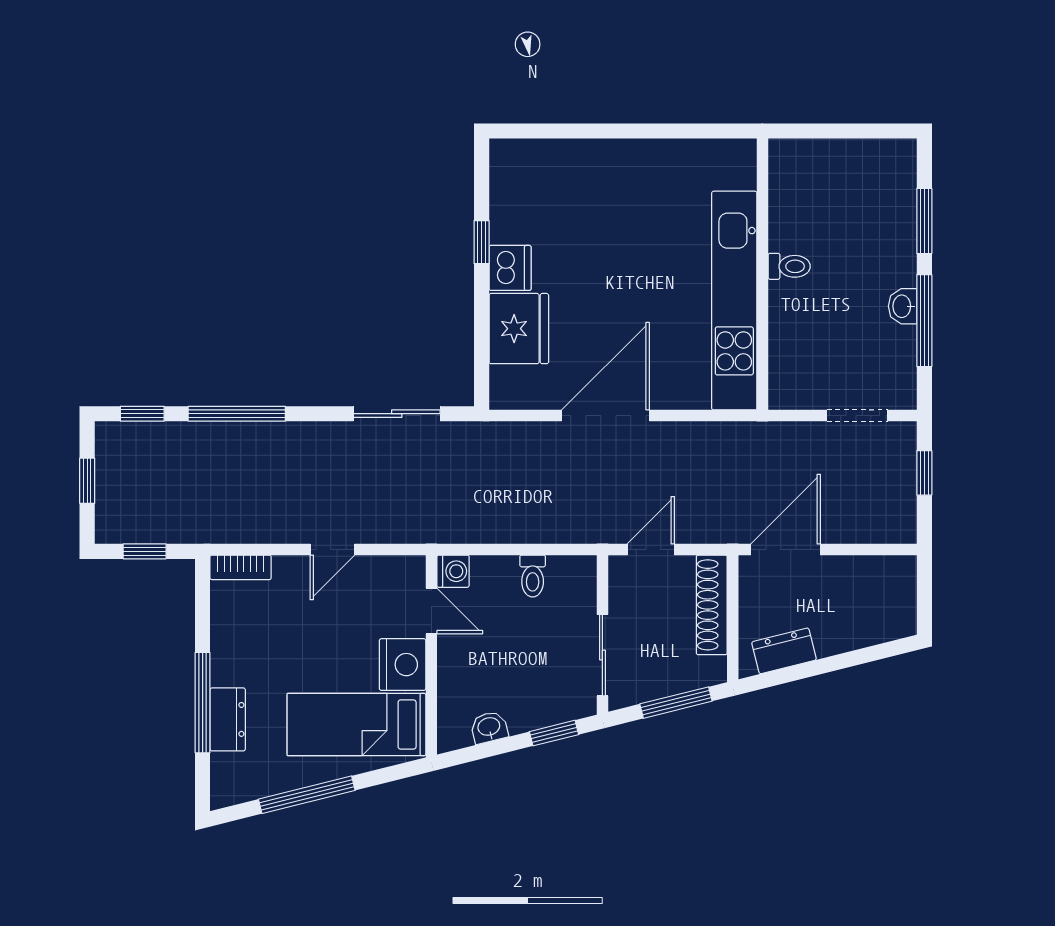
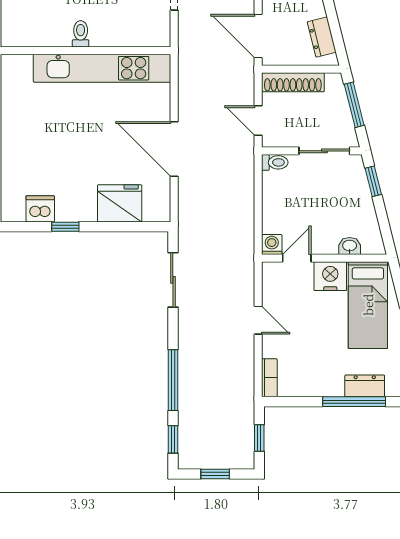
dishwasher: (510, 268) -> (40, 209), moved
toilet: (533, 576) -> (275, 162), moved
washbasin: (489, 727) -> (350, 246), moved, turned 104

